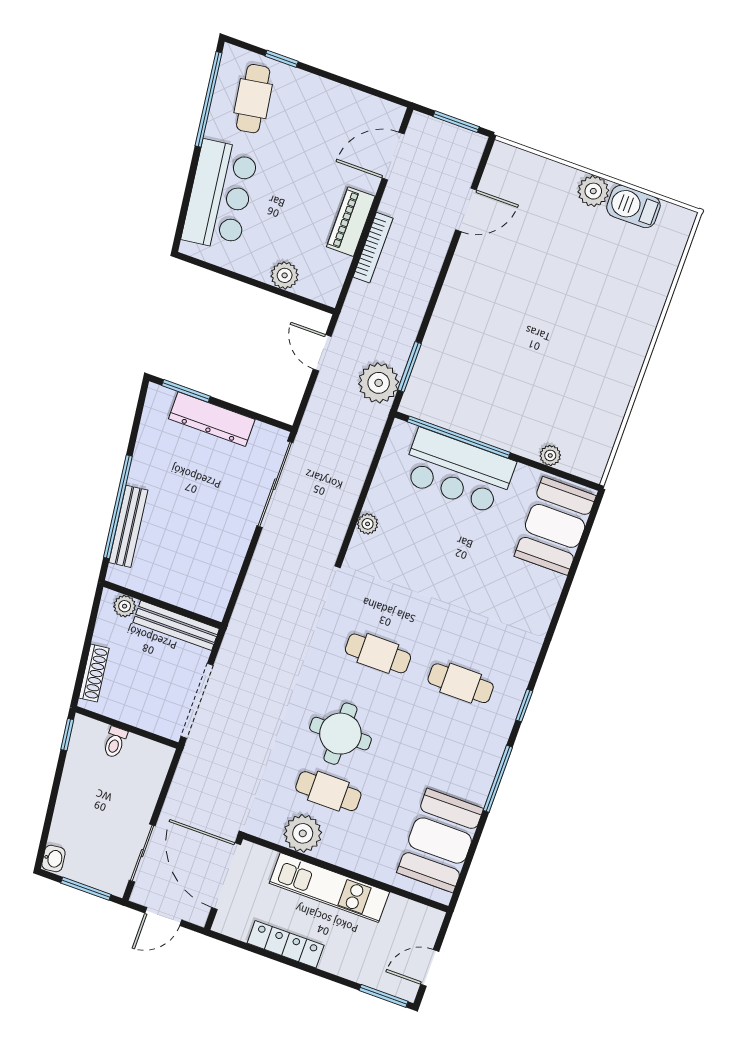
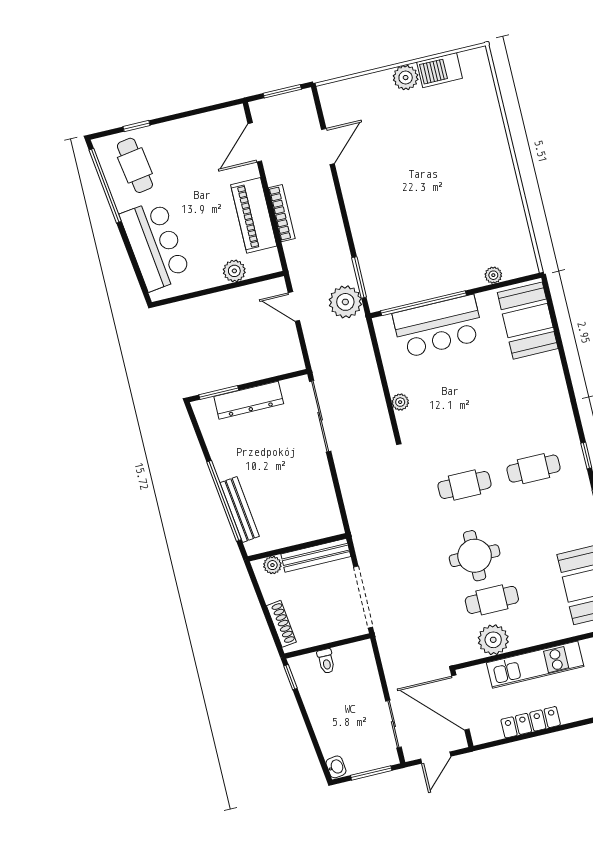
piano: (351, 222) -> (254, 215), width x1.37, depth x1.33

